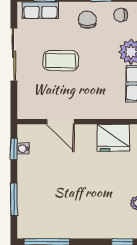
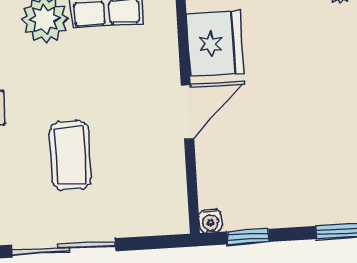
door: (60, 122) -> (187, 112), moved
water cooler: (23, 149) -> (210, 221), moved

